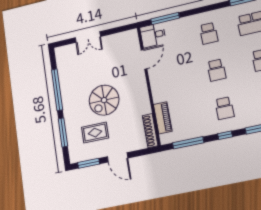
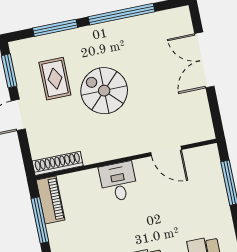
desk: (153, 35) -> (118, 182), moved
double door: (88, 37) -> (204, 60), width x1.37
piano: (163, 118) -> (51, 200), moved, turned -90

